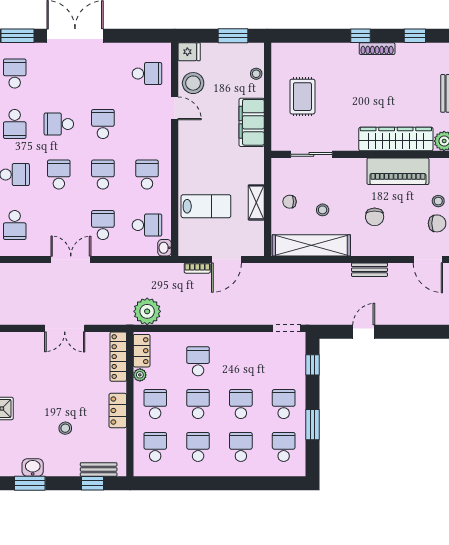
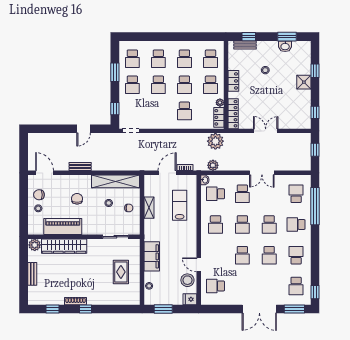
school desk: (59, 124) -> (269, 255), turned 90
lab bench: (206, 206) -> (180, 205), turned 90
plant: (151, 272) -> (213, 165), added

